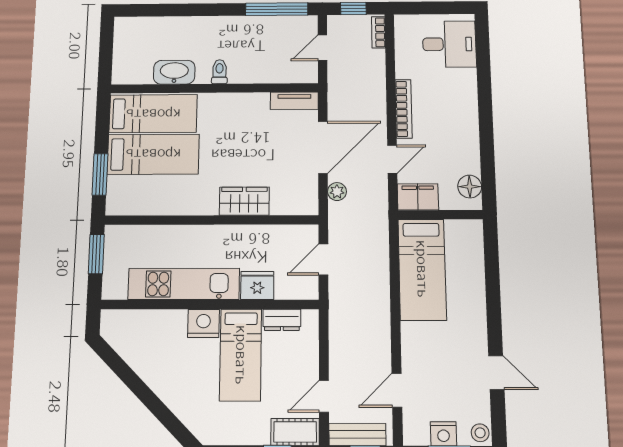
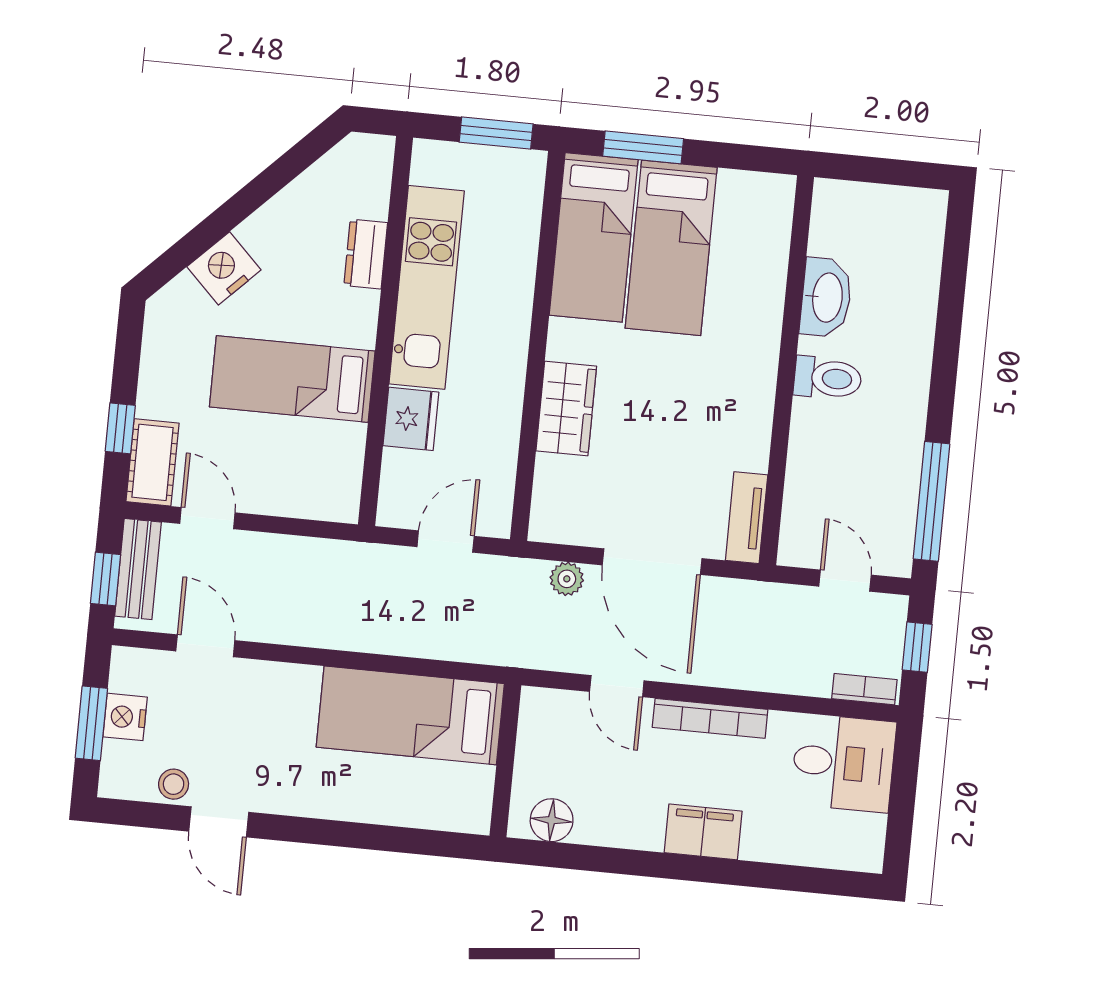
desk: (449, 44) -> (843, 763), moved, turned -90
toilet: (219, 72) -> (828, 378), width x1.37, depth x1.39
bed: (153, 114) -> (594, 237), moved
filing cabinet: (418, 197) -> (703, 832), moved, turned -90
door: (323, 259) -> (446, 541), hinge flipped
dresser: (282, 320) -> (366, 254), moved
nightstand: (203, 323) -> (224, 268), moved, turned -135
door: (496, 373) -> (219, 822), hinge flipped
stool: (480, 433) -> (174, 784), moved

